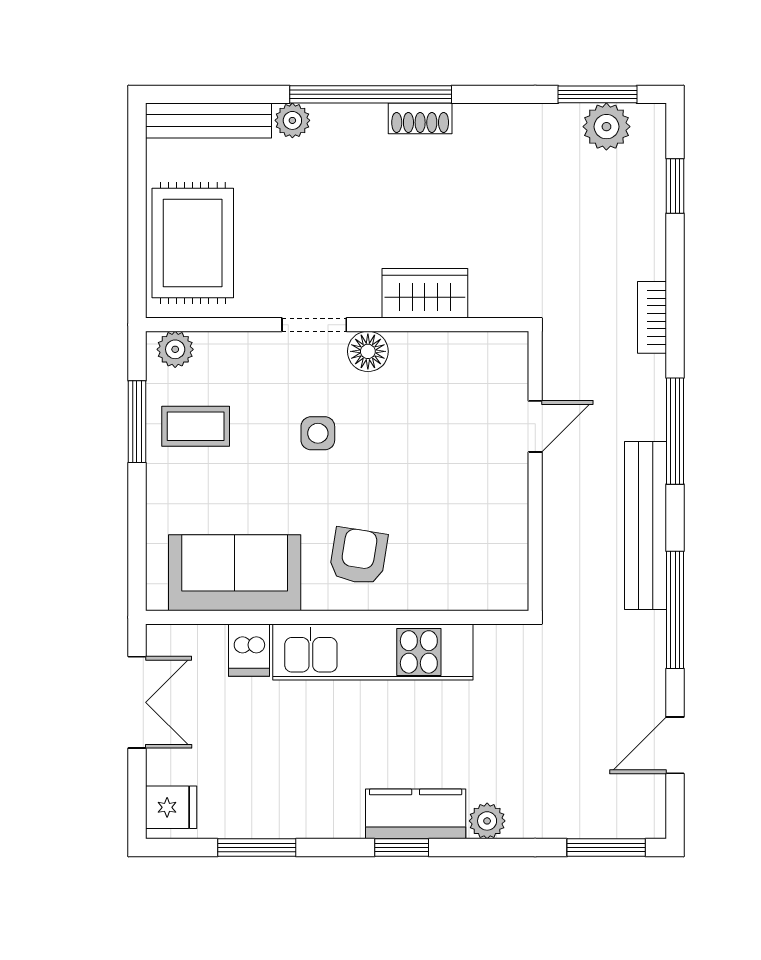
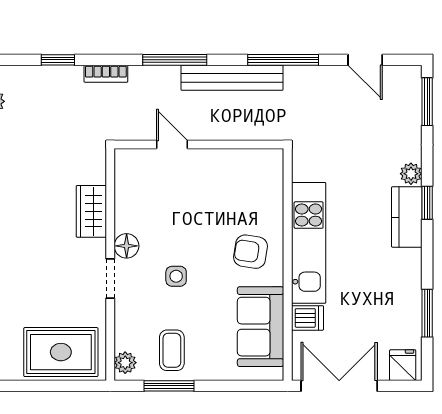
window: (675, 186) -> (58, 60), moved
double door: (137, 702) -> (339, 386), width x1.37
window: (402, 848) -> (427, 203), moved

